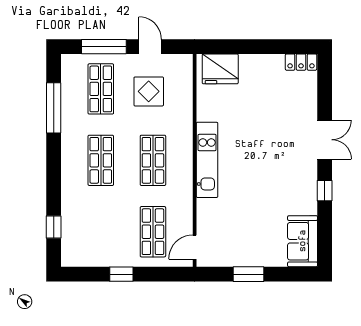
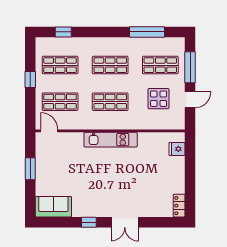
fridge: (220, 69) -> (177, 149), width x0.53, depth x0.75
shop shelf: (101, 232) -> (60, 65), added

